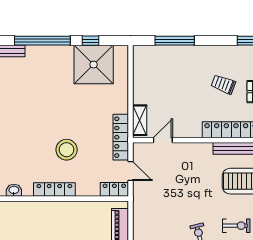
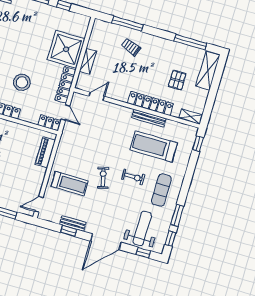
shower: (94, 65) -> (66, 49), moved
trolley: (223, 84) -> (131, 47), moved
shelving: (140, 120) -> (88, 61), moved

